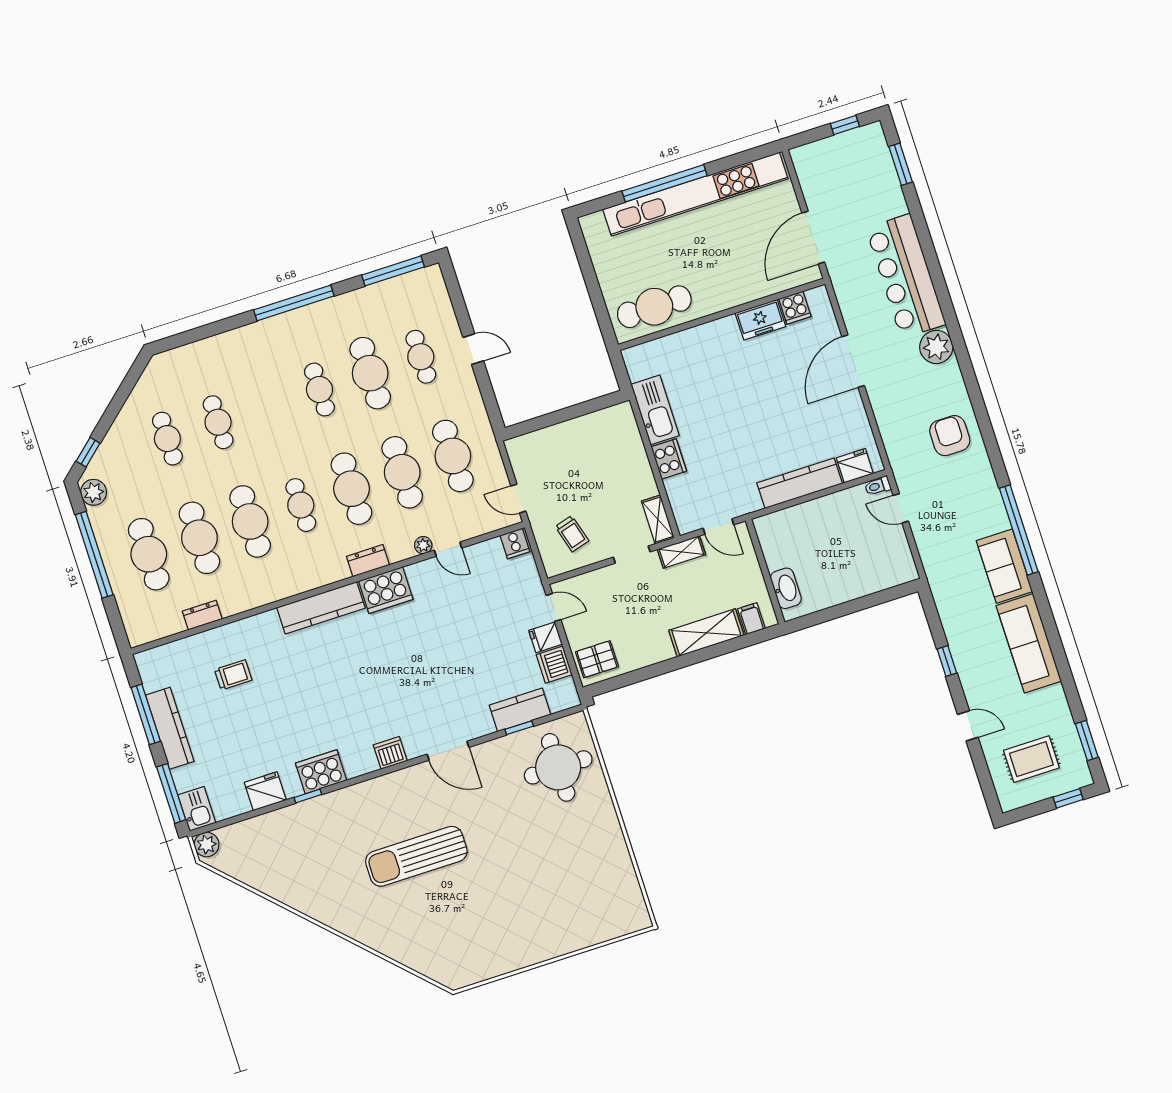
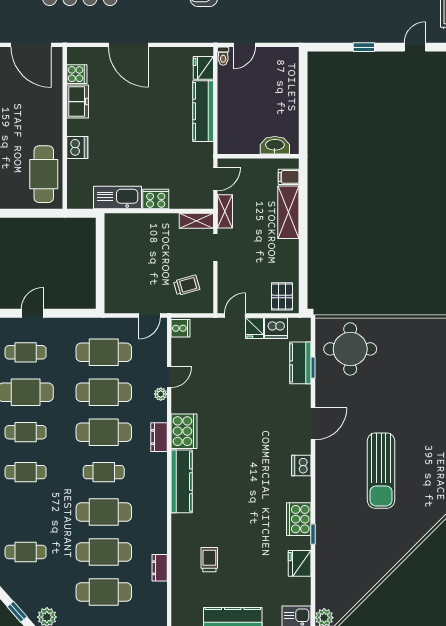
dishwasher: (702, 338) -> (77, 148), added
cafe table: (218, 422) -> (26, 472), moved

